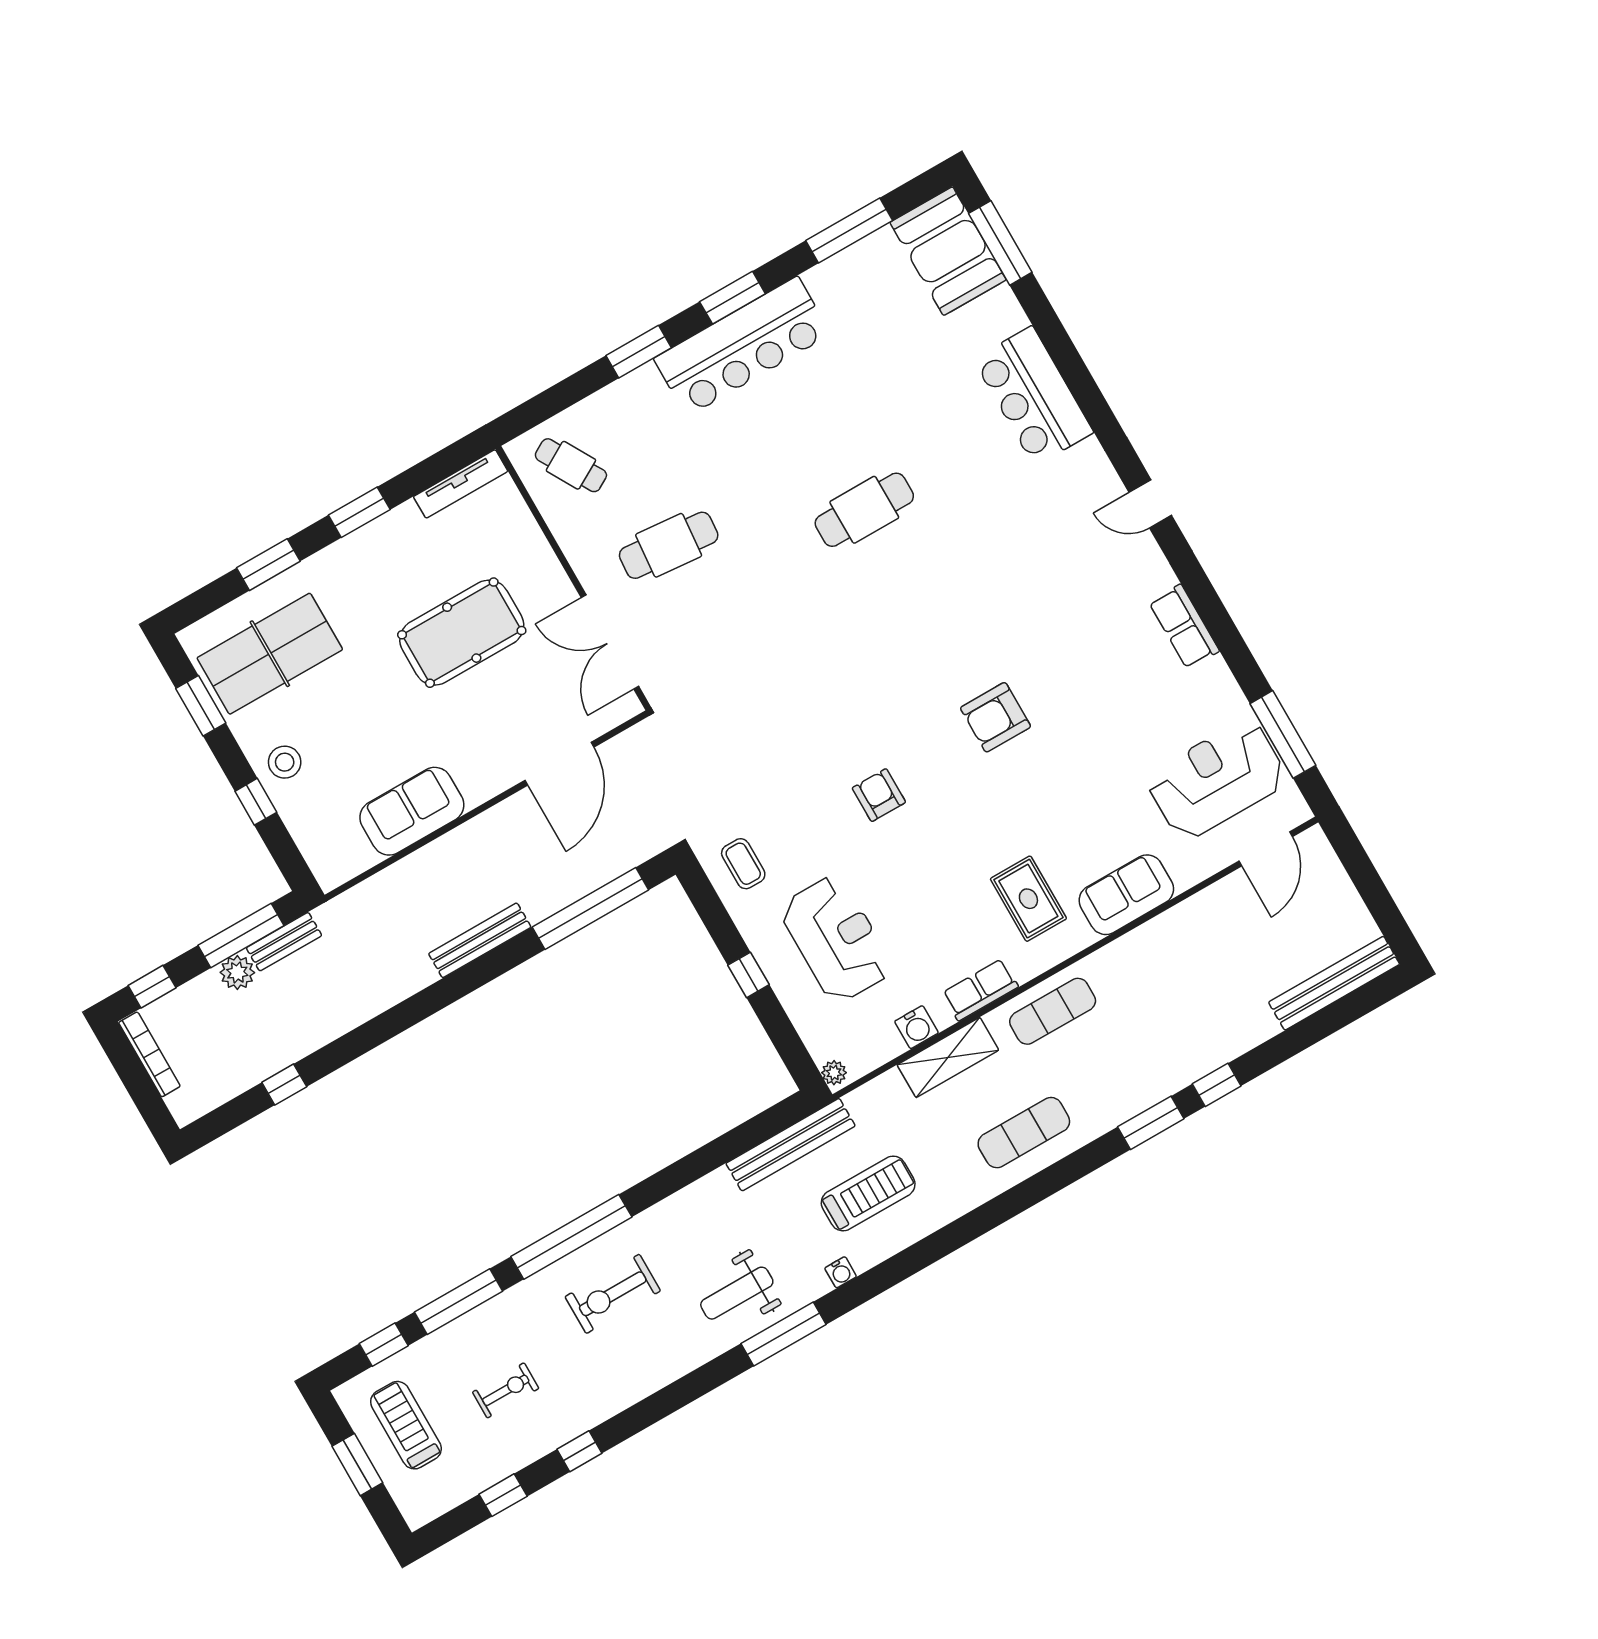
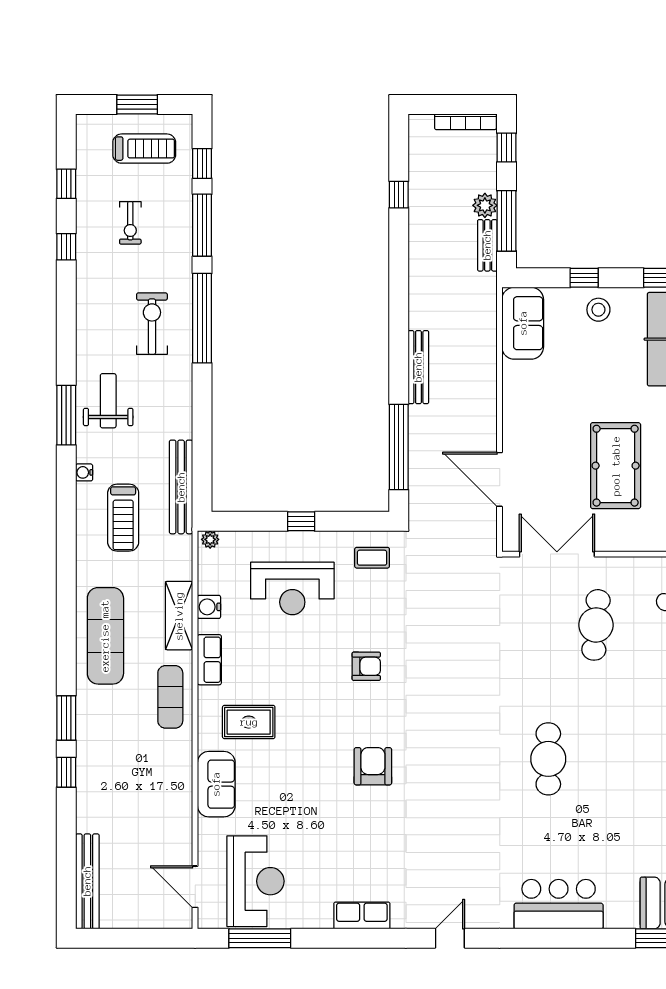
sofa: (412, 811) -> (523, 323), moved
exercise mat: (1024, 1133) -> (105, 636), width x1.36, depth x1.45

